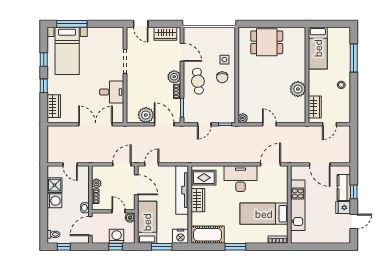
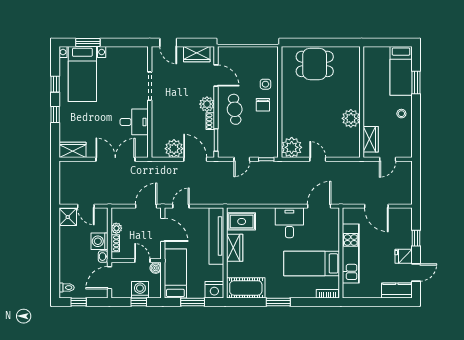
window: (72, 24) -> (88, 43), width x0.69
bed: (318, 48) -> (401, 71), moved
window: (354, 58) -> (416, 82), width x0.69
wardrobe: (54, 106) -> (72, 150), moved, turned -90
plant: (243, 118) -> (292, 147), width x1.88, depth x1.88
desk: (241, 179) -> (289, 223), width x0.73
shower: (55, 185) -> (68, 217), moved
kitchen counter: (344, 187) -> (397, 291), moved, turned 90
washing machine: (54, 201) -> (99, 241), moved, turned 180

